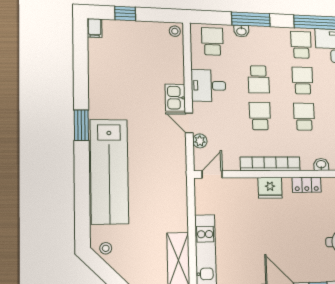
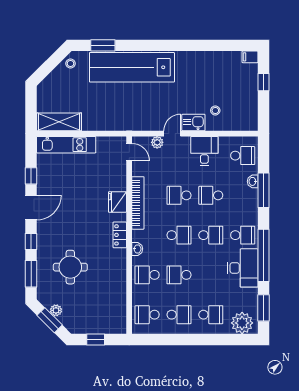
stool: (175, 31) -> (215, 110), moved
school desk: (260, 116) -> (179, 195), turned 180
window: (81, 125) -> (103, 45), moved

